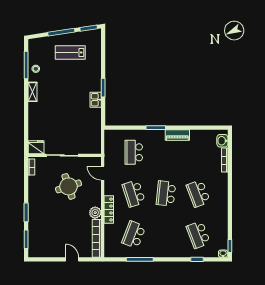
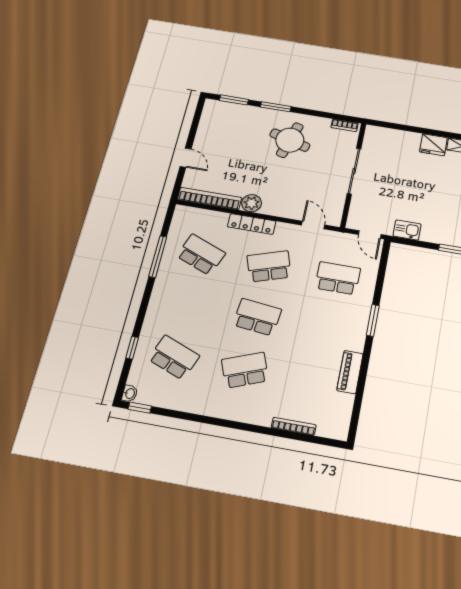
kitchen sink: (96, 100) -> (407, 230), moved
piano: (177, 135) -> (350, 372), moved
door: (103, 139) -> (370, 235), added
washbasin: (222, 141) -> (329, 428), removed
fridge: (36, 147) -> (433, 145), moved, turned 90
door: (103, 173) -> (313, 225), hinge flipped
round table: (68, 186) -> (290, 140), moved, turned 34
school desk: (198, 235) -> (174, 357), turned 42
door: (72, 259) -> (186, 158), hinge flipped

